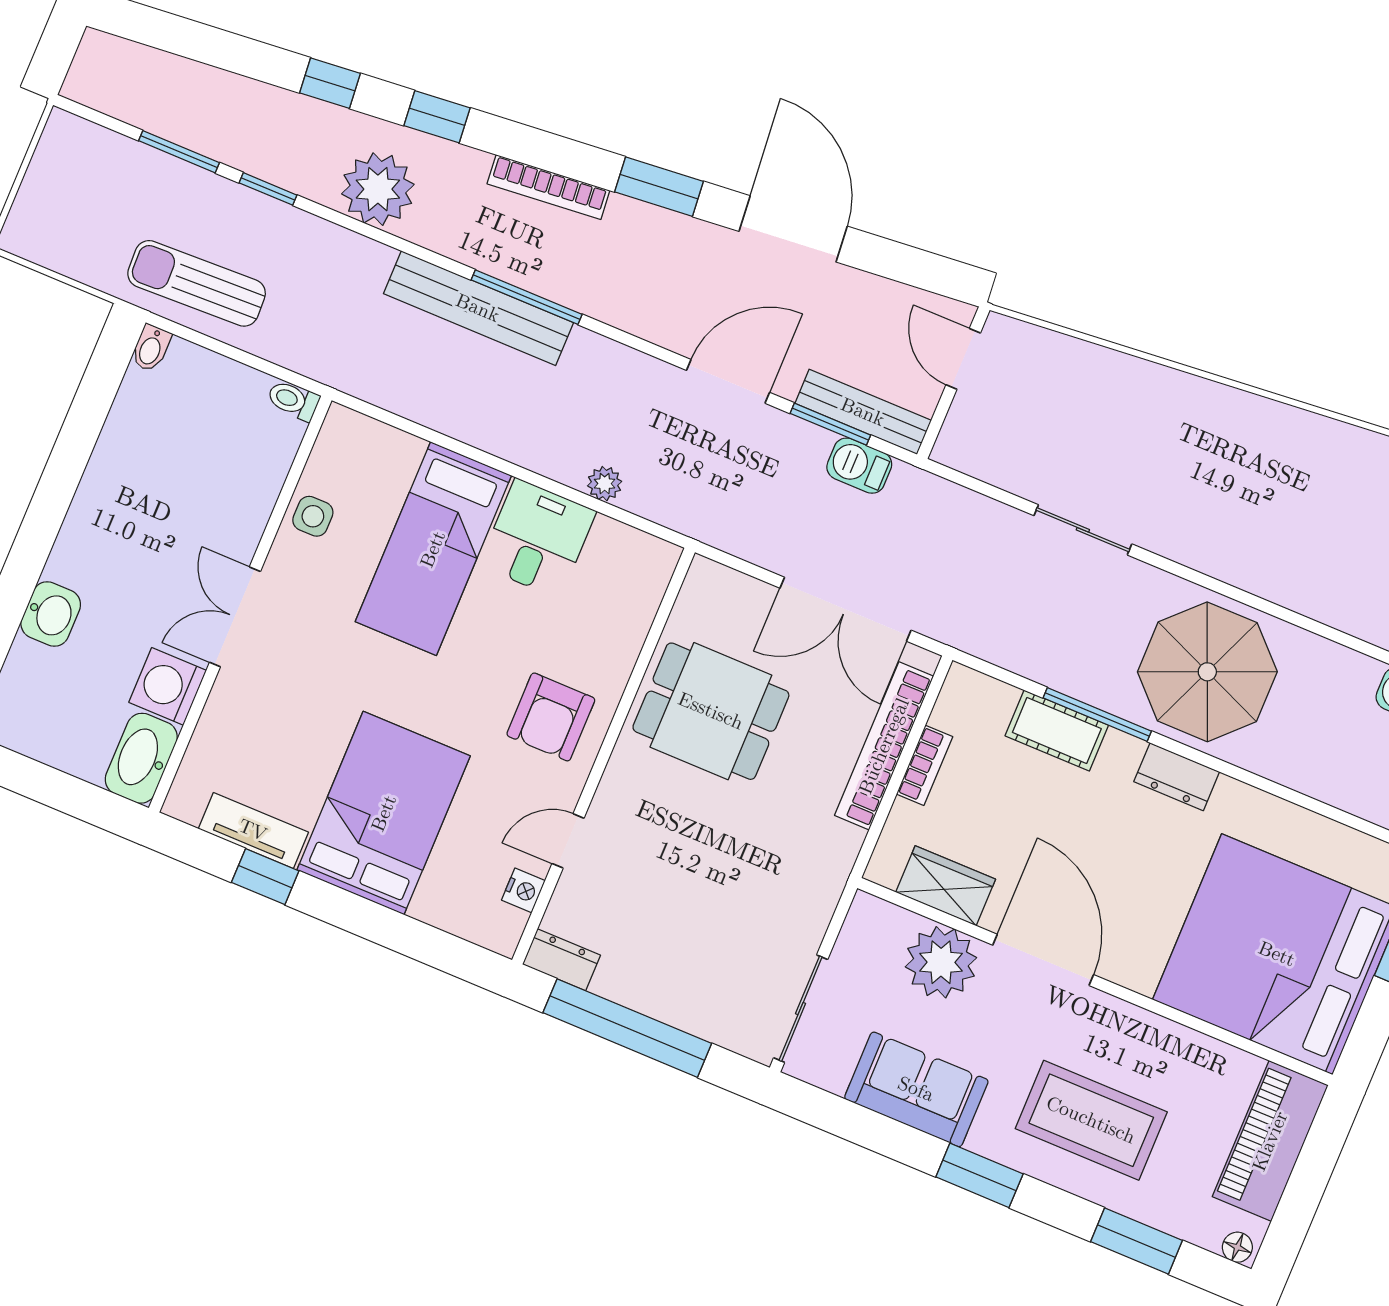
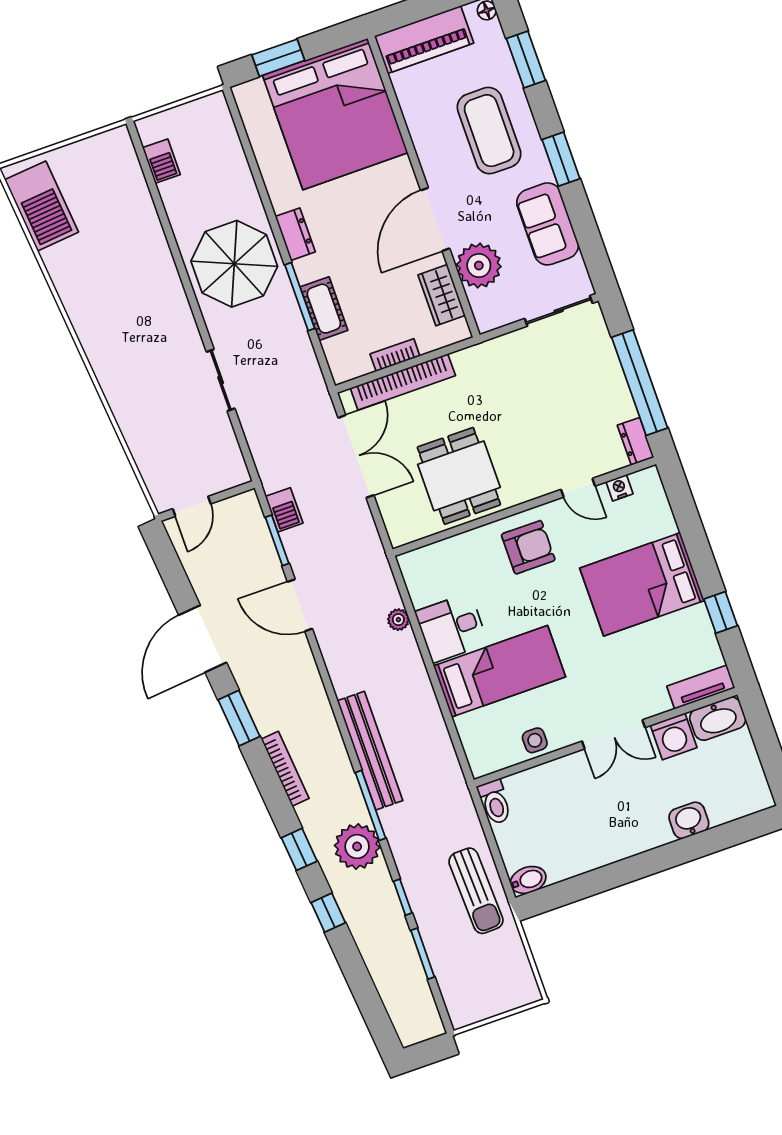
window: (527, 297) -> (370, 805), moved
bidet: (151, 348) -> (528, 880), width x1.38, depth x1.36
toilet: (293, 400) -> (495, 802), width x1.37, depth x1.39
bench: (863, 412) -> (258, 530), removed
tv unit: (253, 830) -> (701, 687), moved, turned 90

